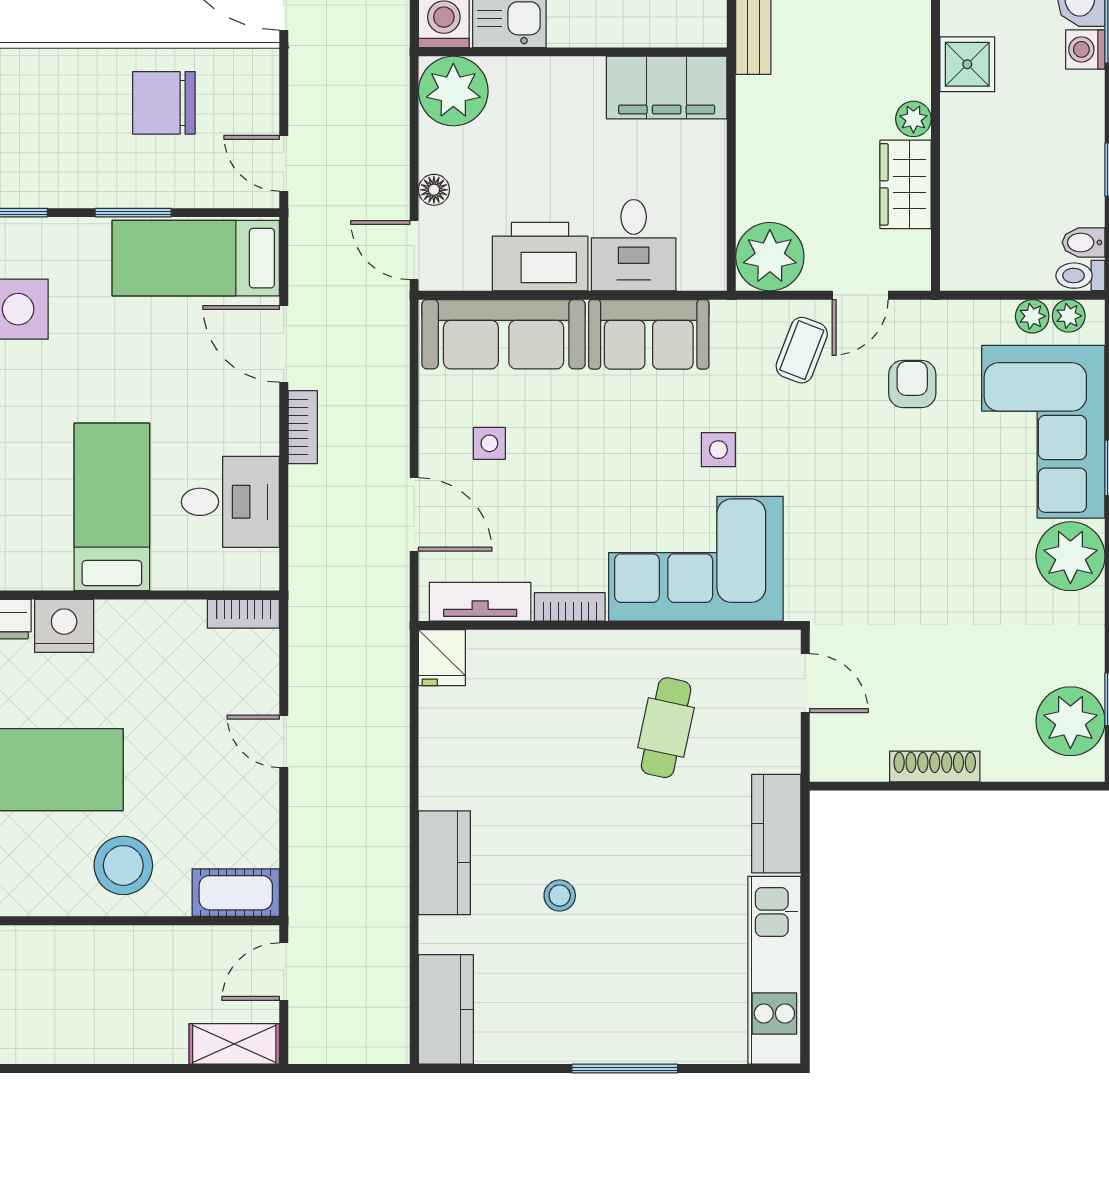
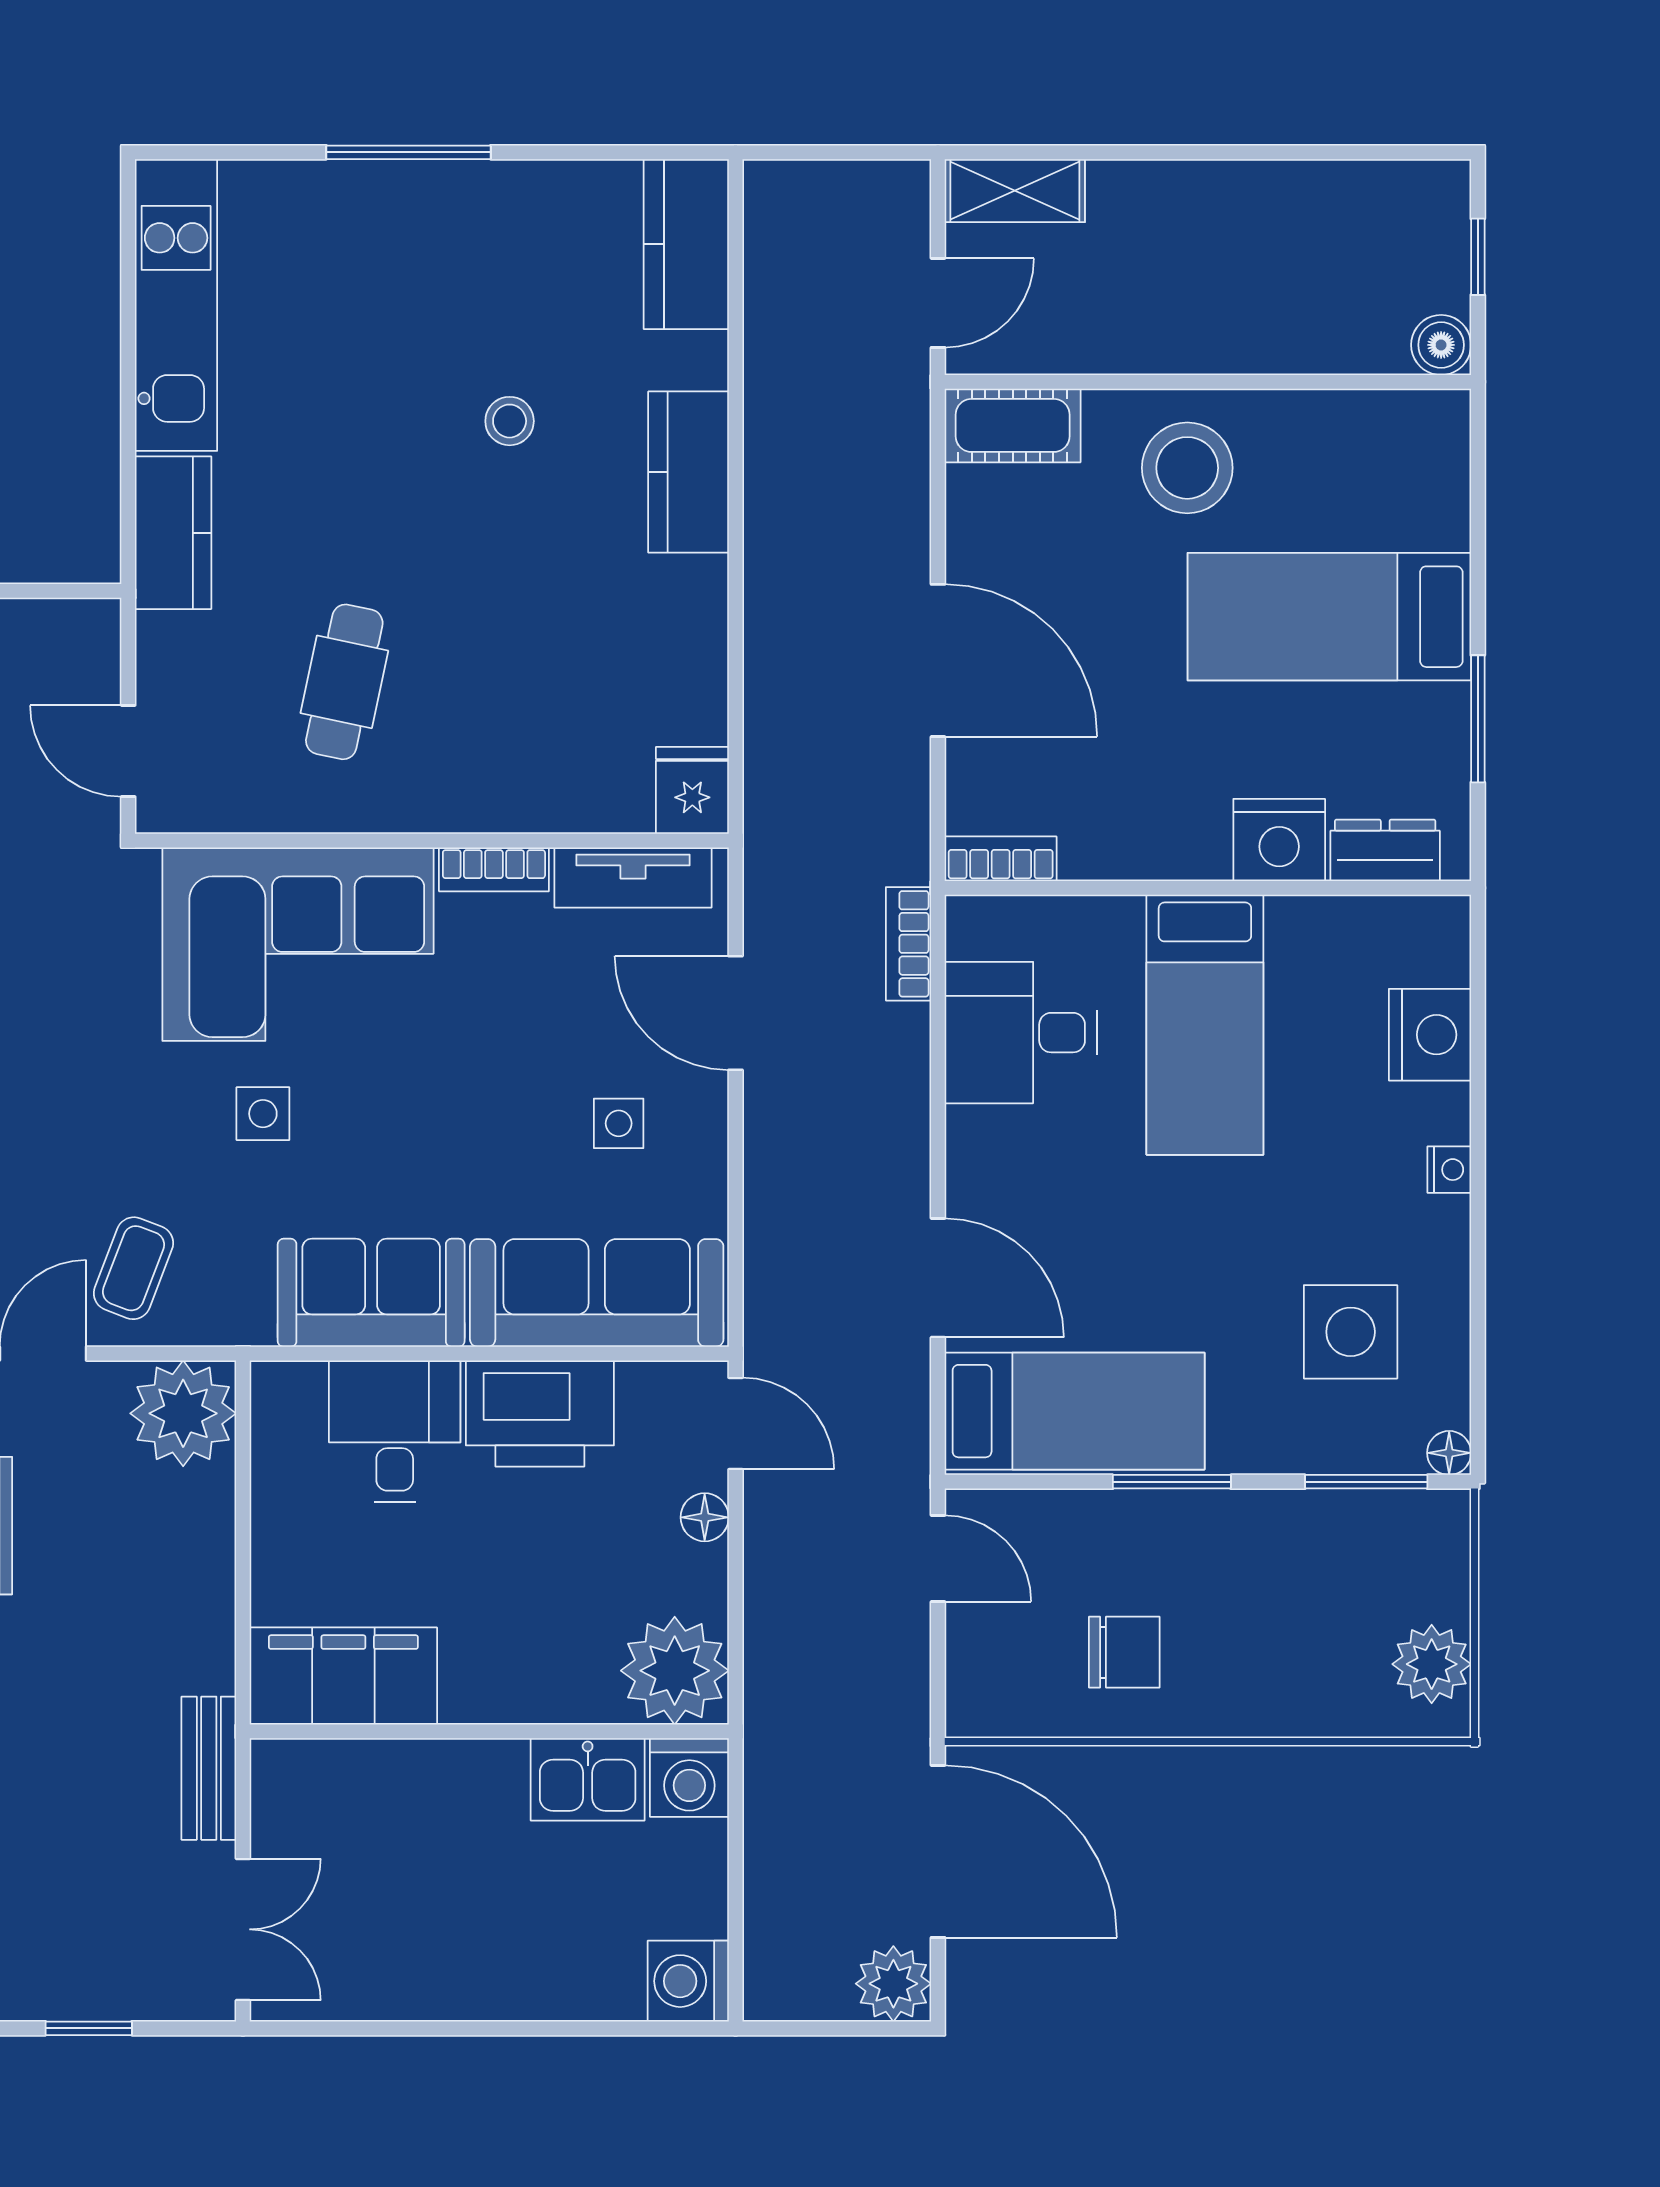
chair: (164, 103) -> (1124, 1652), width x0.73, depth x0.73
bookcase: (303, 427) -> (909, 944), moved
door: (284, 741) -> (938, 660), width x1.88

